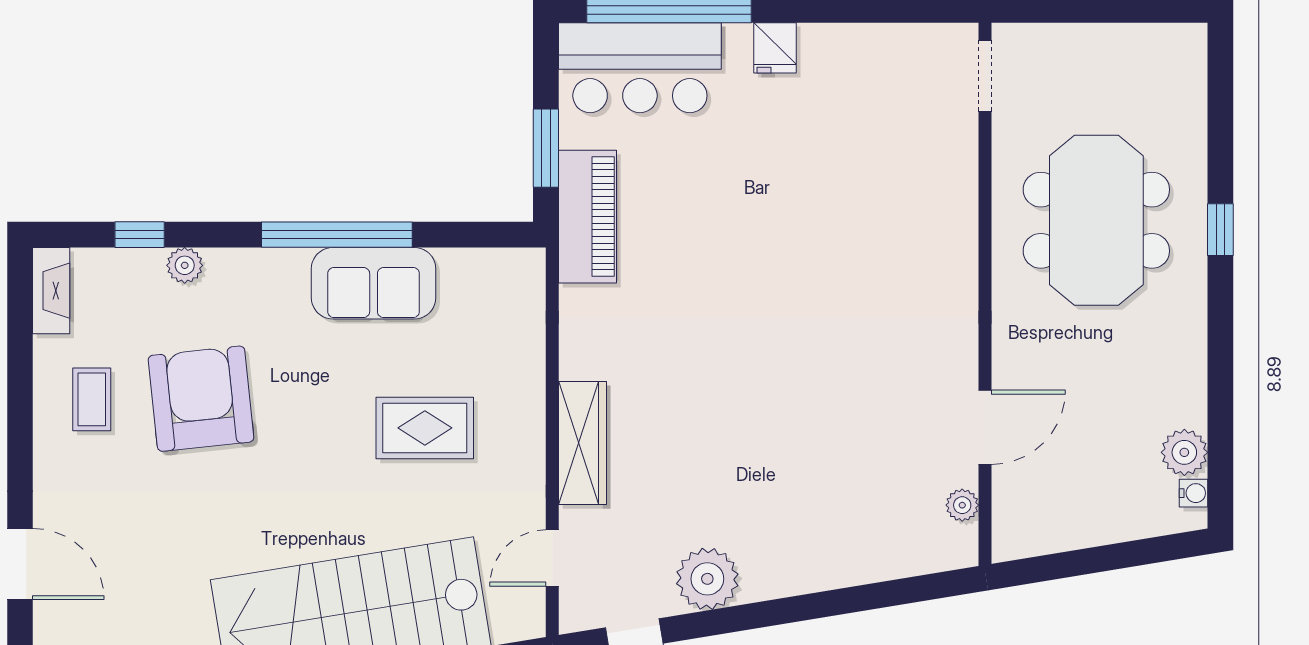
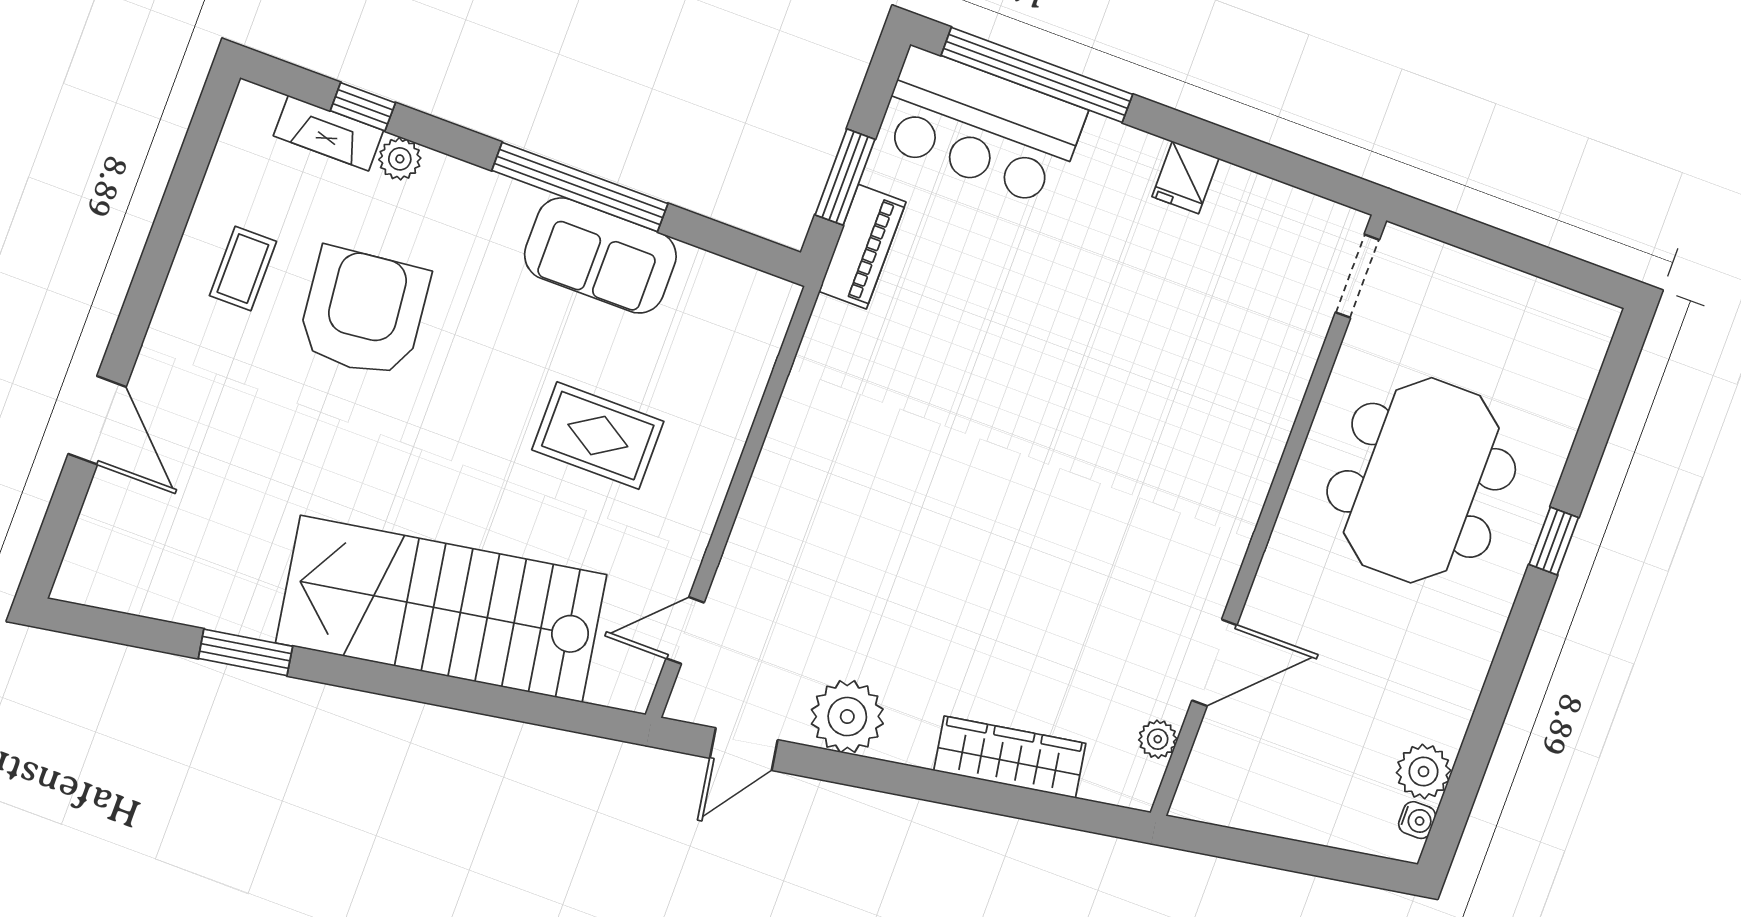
fridge: (775, 48) -> (1186, 177), moved
piano: (588, 217) -> (862, 247), width x0.73, depth x0.75
fireplace: (51, 291) -> (328, 133), moved, turned 90
wardrobe: (582, 443) -> (1010, 757), moved, turned -99

